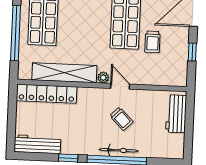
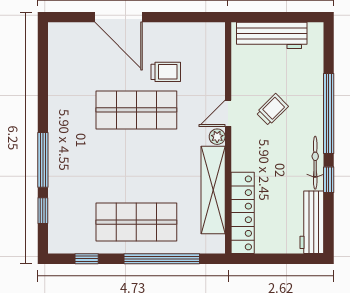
window: (192, 52) -> (177, 17), removed
workbench: (176, 114) -> (272, 35), width x1.38
bicycle: (119, 150) -> (315, 163), moved

